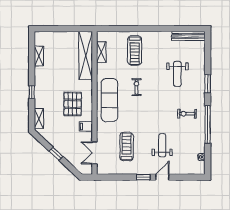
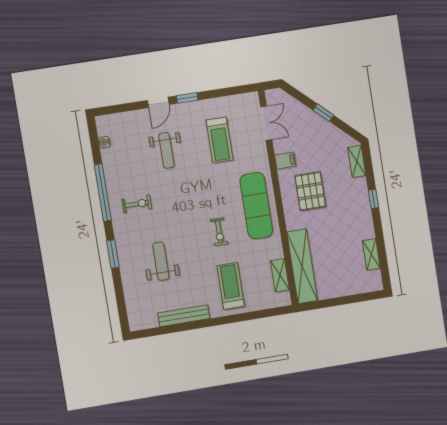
bench: (188, 36) -> (184, 316), moved

